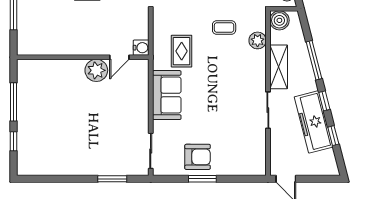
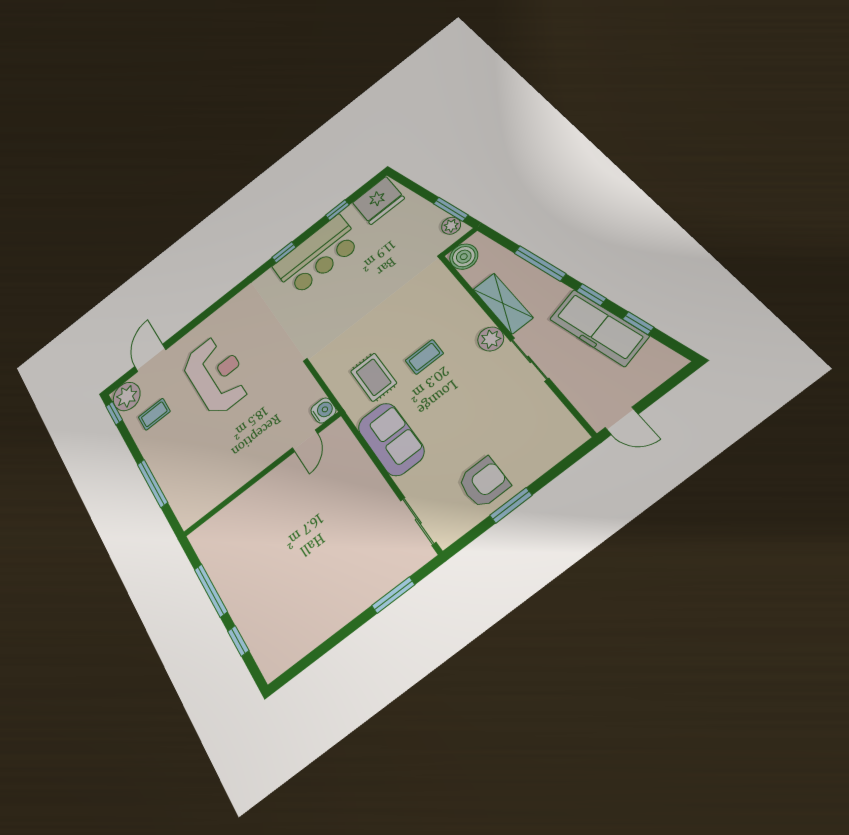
coffee table: (224, 27) -> (424, 357), moved
plant: (258, 40) -> (491, 339), moved
plant: (96, 70) -> (287, 477), removed

